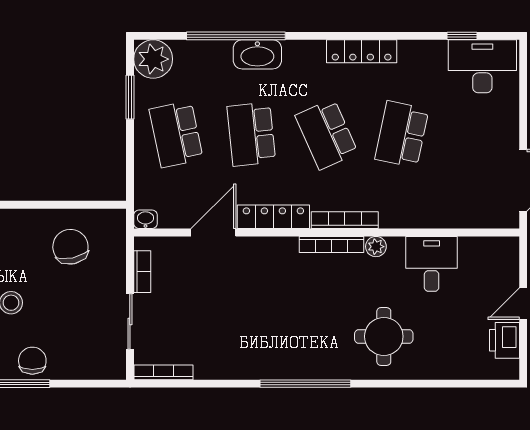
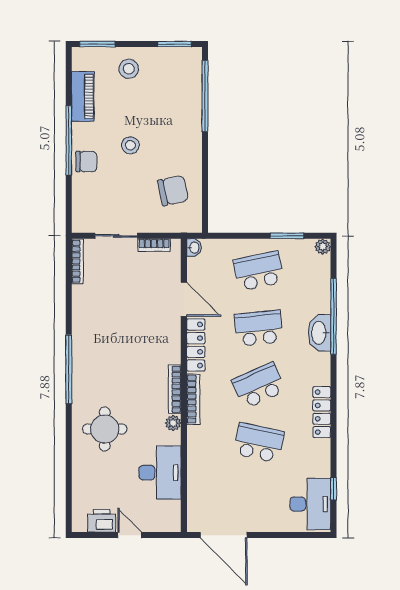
plant: (153, 59) -> (323, 247), width x0.53, depth x0.53
desk: (432, 264) -> (160, 473), width x1.37

